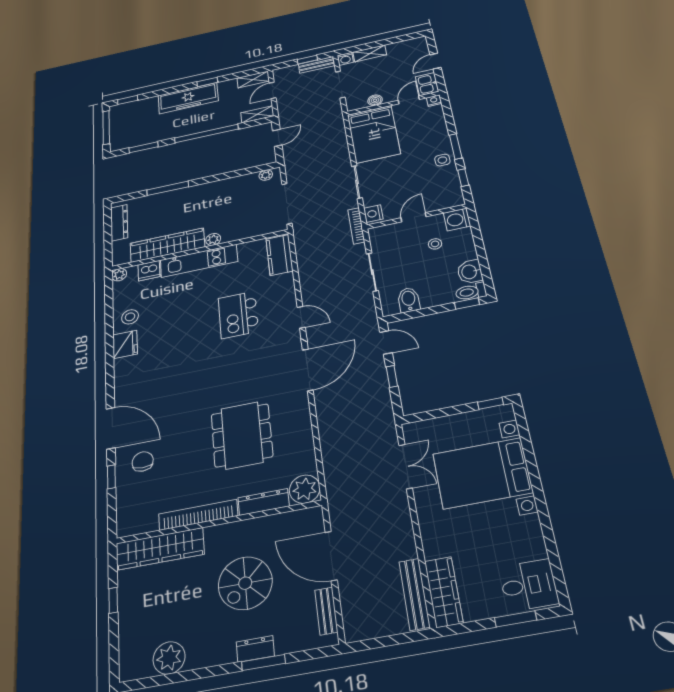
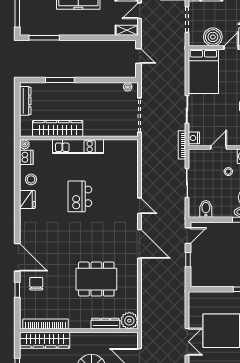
boiler: (375, 100) -> (213, 37), width x1.86, depth x1.86
window: (206, 134) -> (90, 38), removed
door: (277, 138) -> (138, 56), hinge flipped
window: (144, 147) -> (44, 38), width x1.44
plant: (213, 239) -> (88, 132), removed
kitchen counter: (279, 255) -> (131, 155), removed
dishwasher: (149, 271) -> (26, 157), moved, turned -90
kitchen island: (238, 315) -> (80, 196), moved
door: (386, 342) -> (188, 236), hinge flipped
door: (308, 370) -> (139, 244), hinge flipped
dining table: (242, 435) -> (96, 279), turned 90
double door: (406, 467) -> (187, 342), moved
bookcase: (198, 515) -> (45, 324), moved

